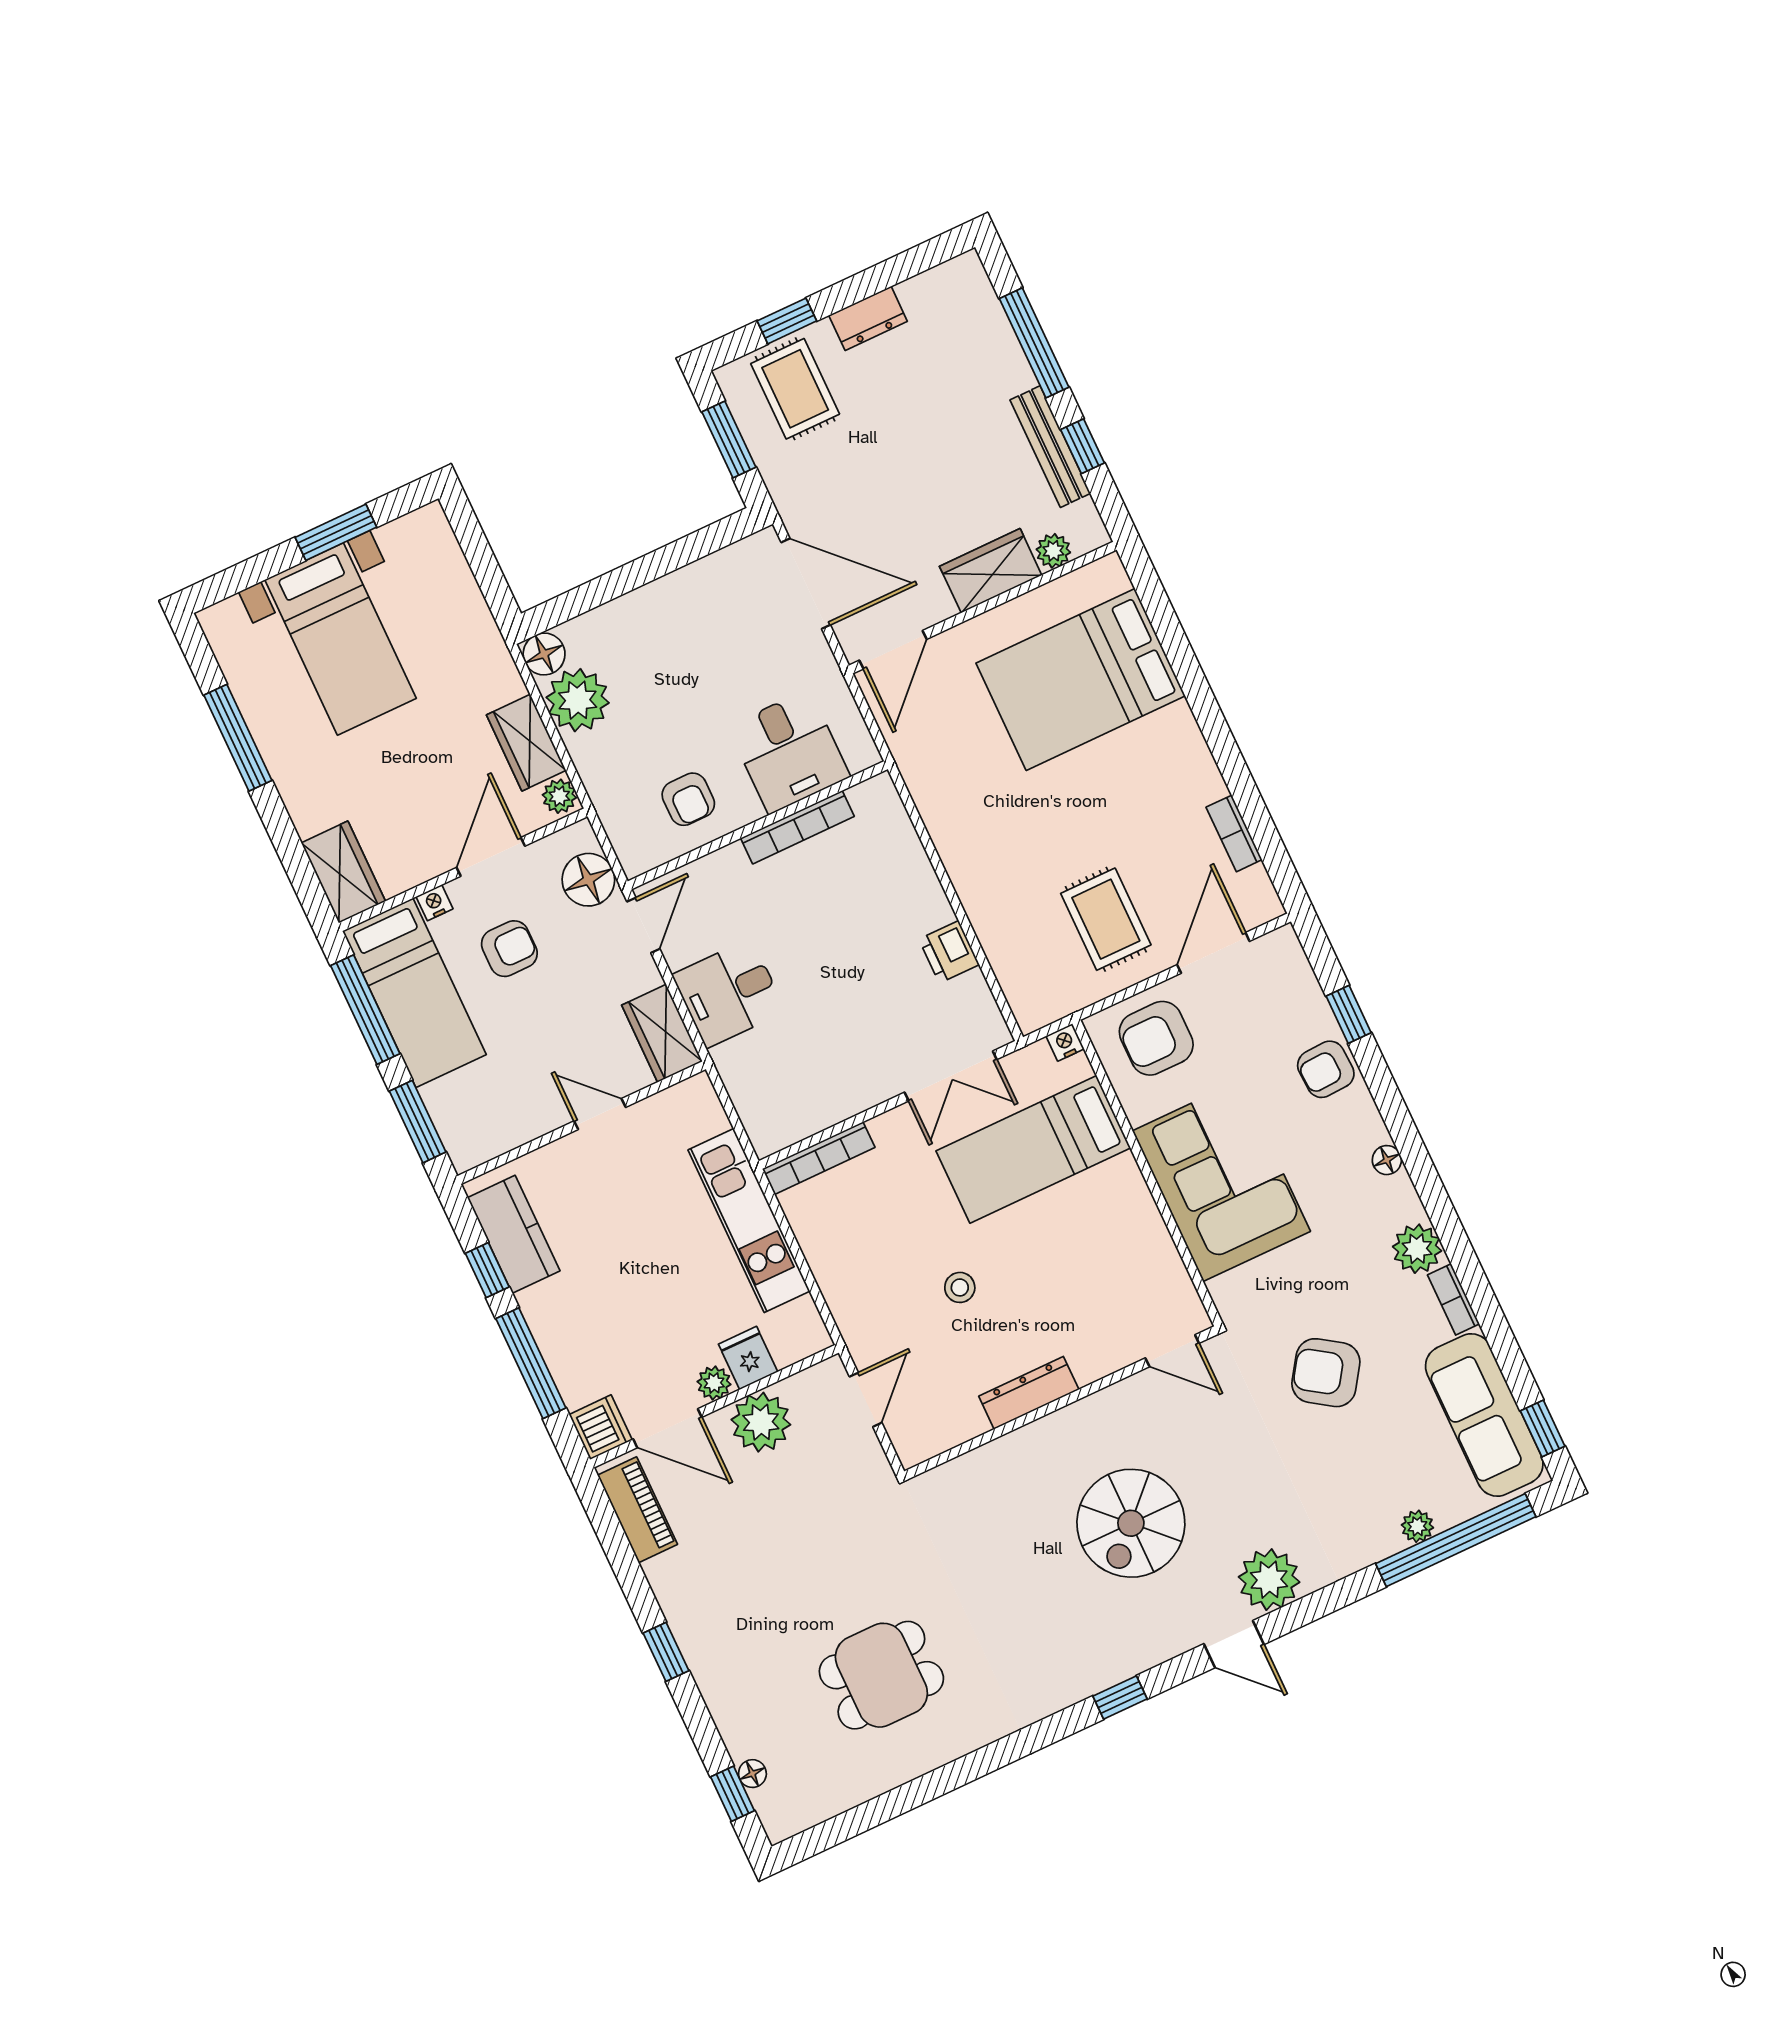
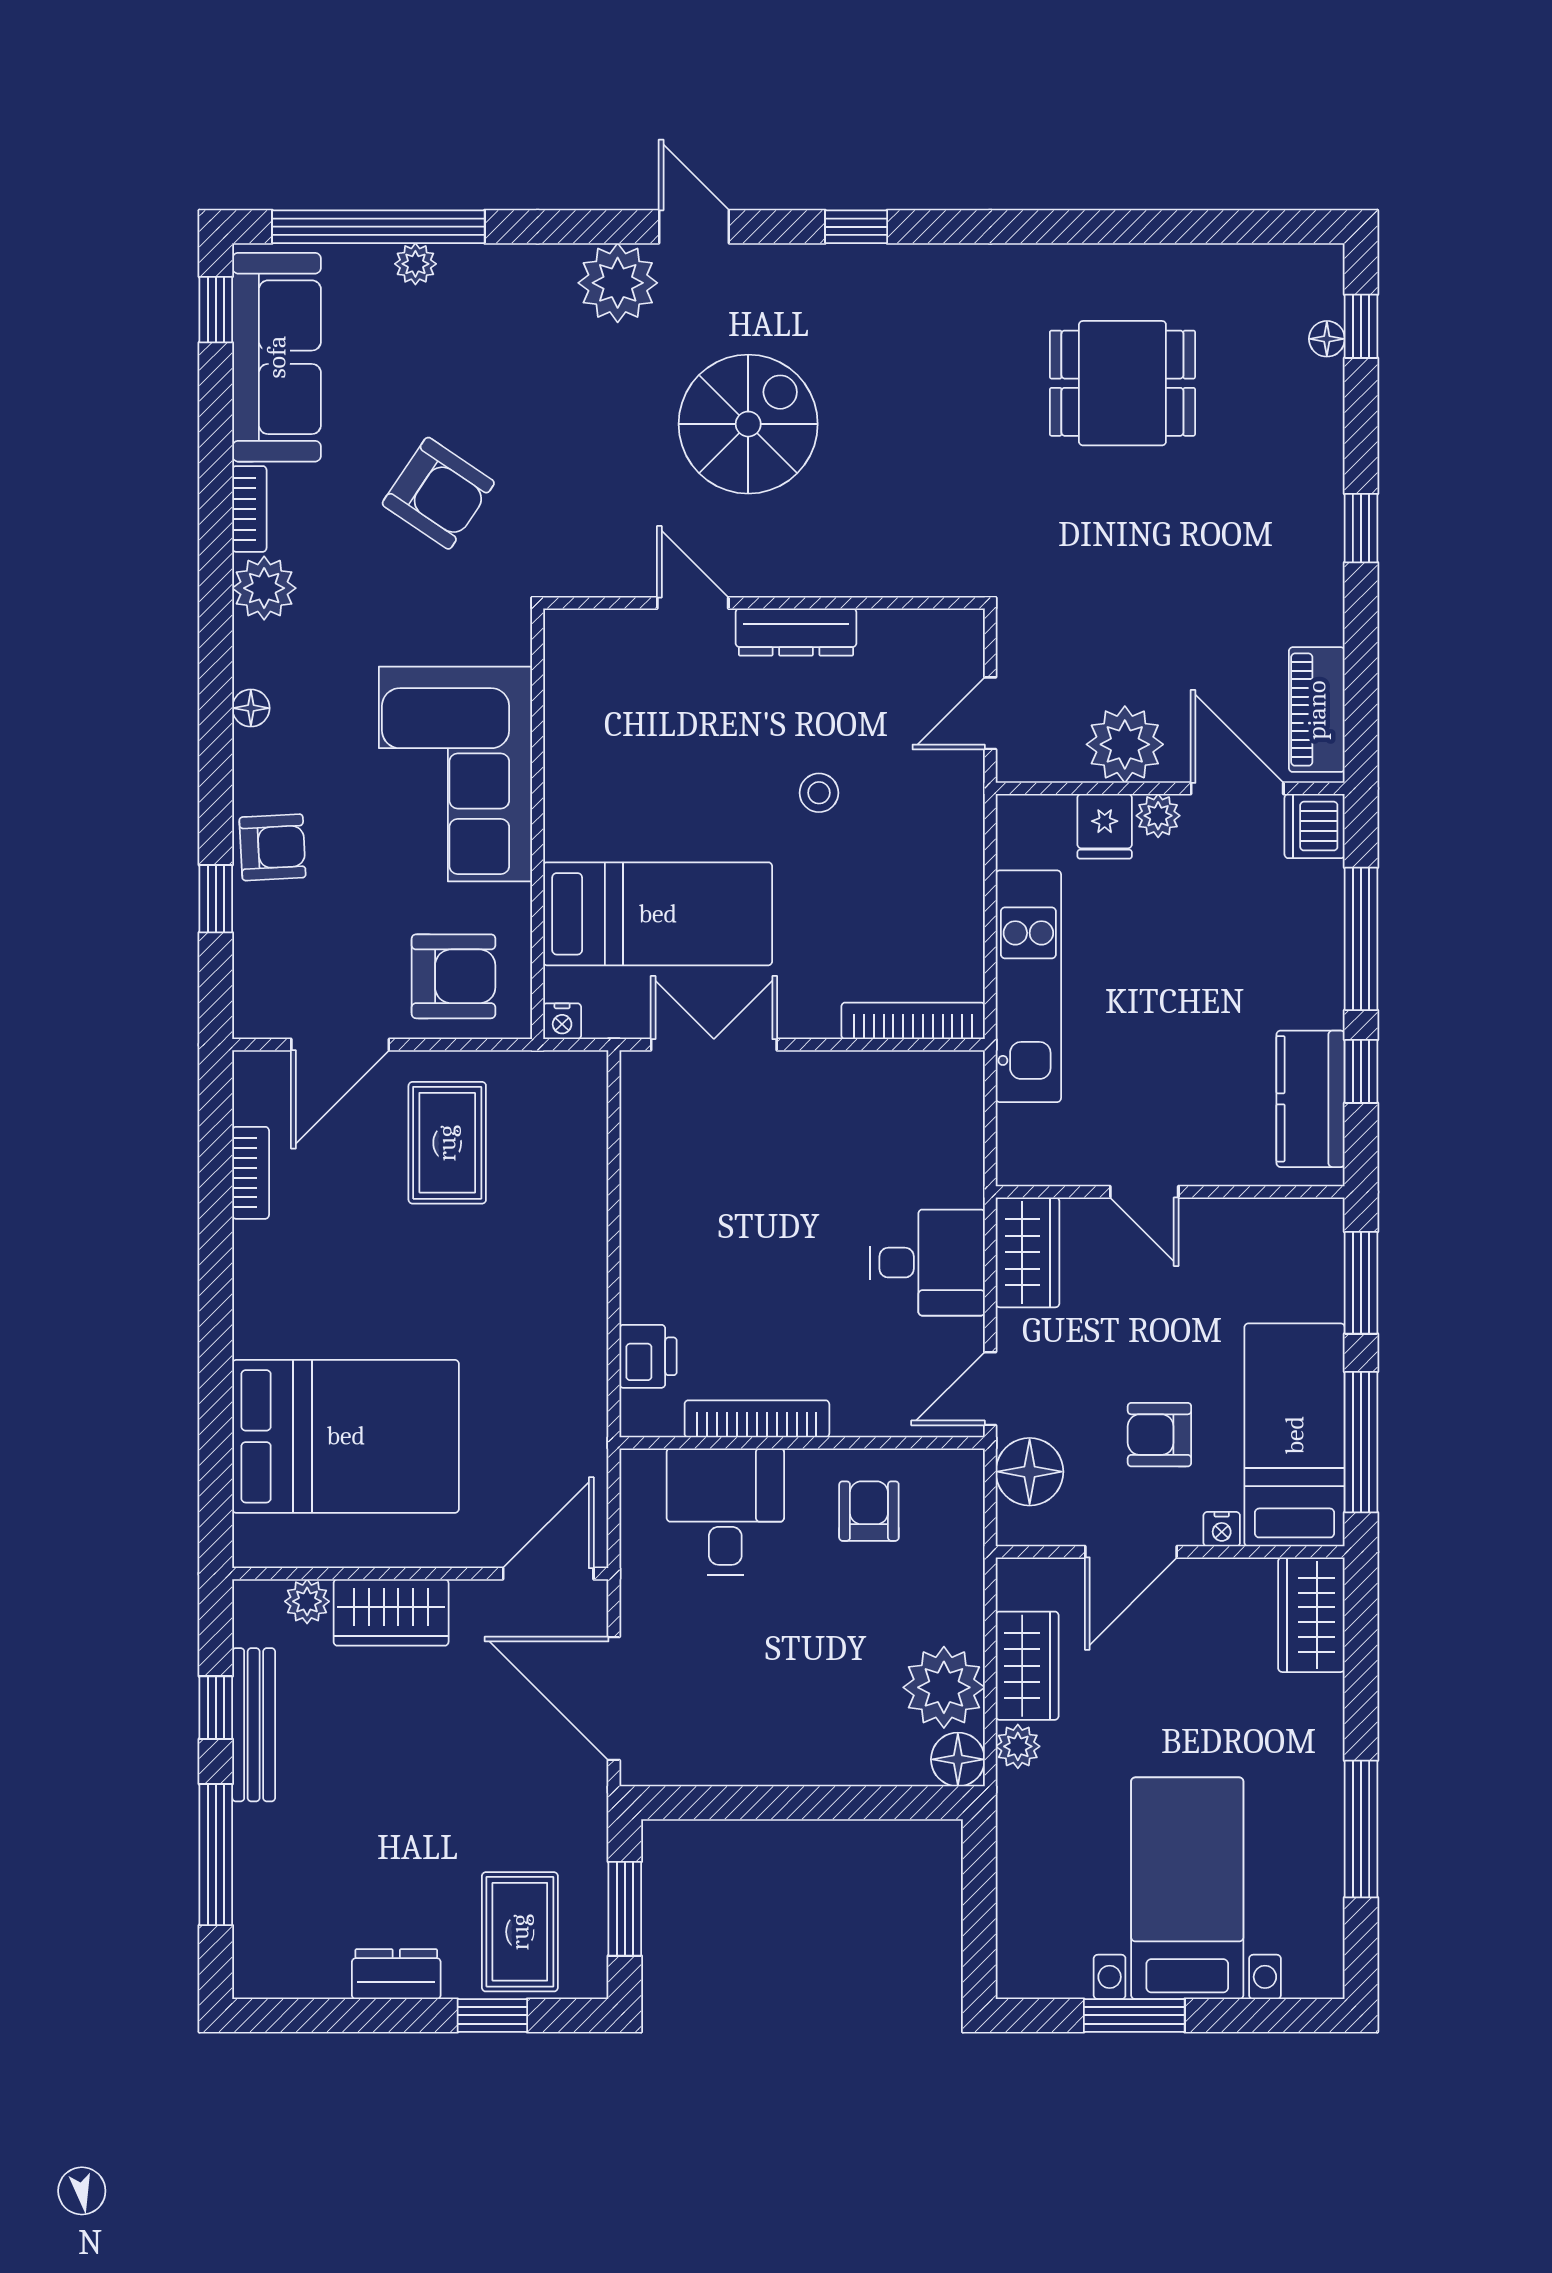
plant: (559, 796) -> (1018, 1746), moved
printer: (949, 952) -> (648, 1356), moved
door: (1172, 1351) -> (693, 603), moved

